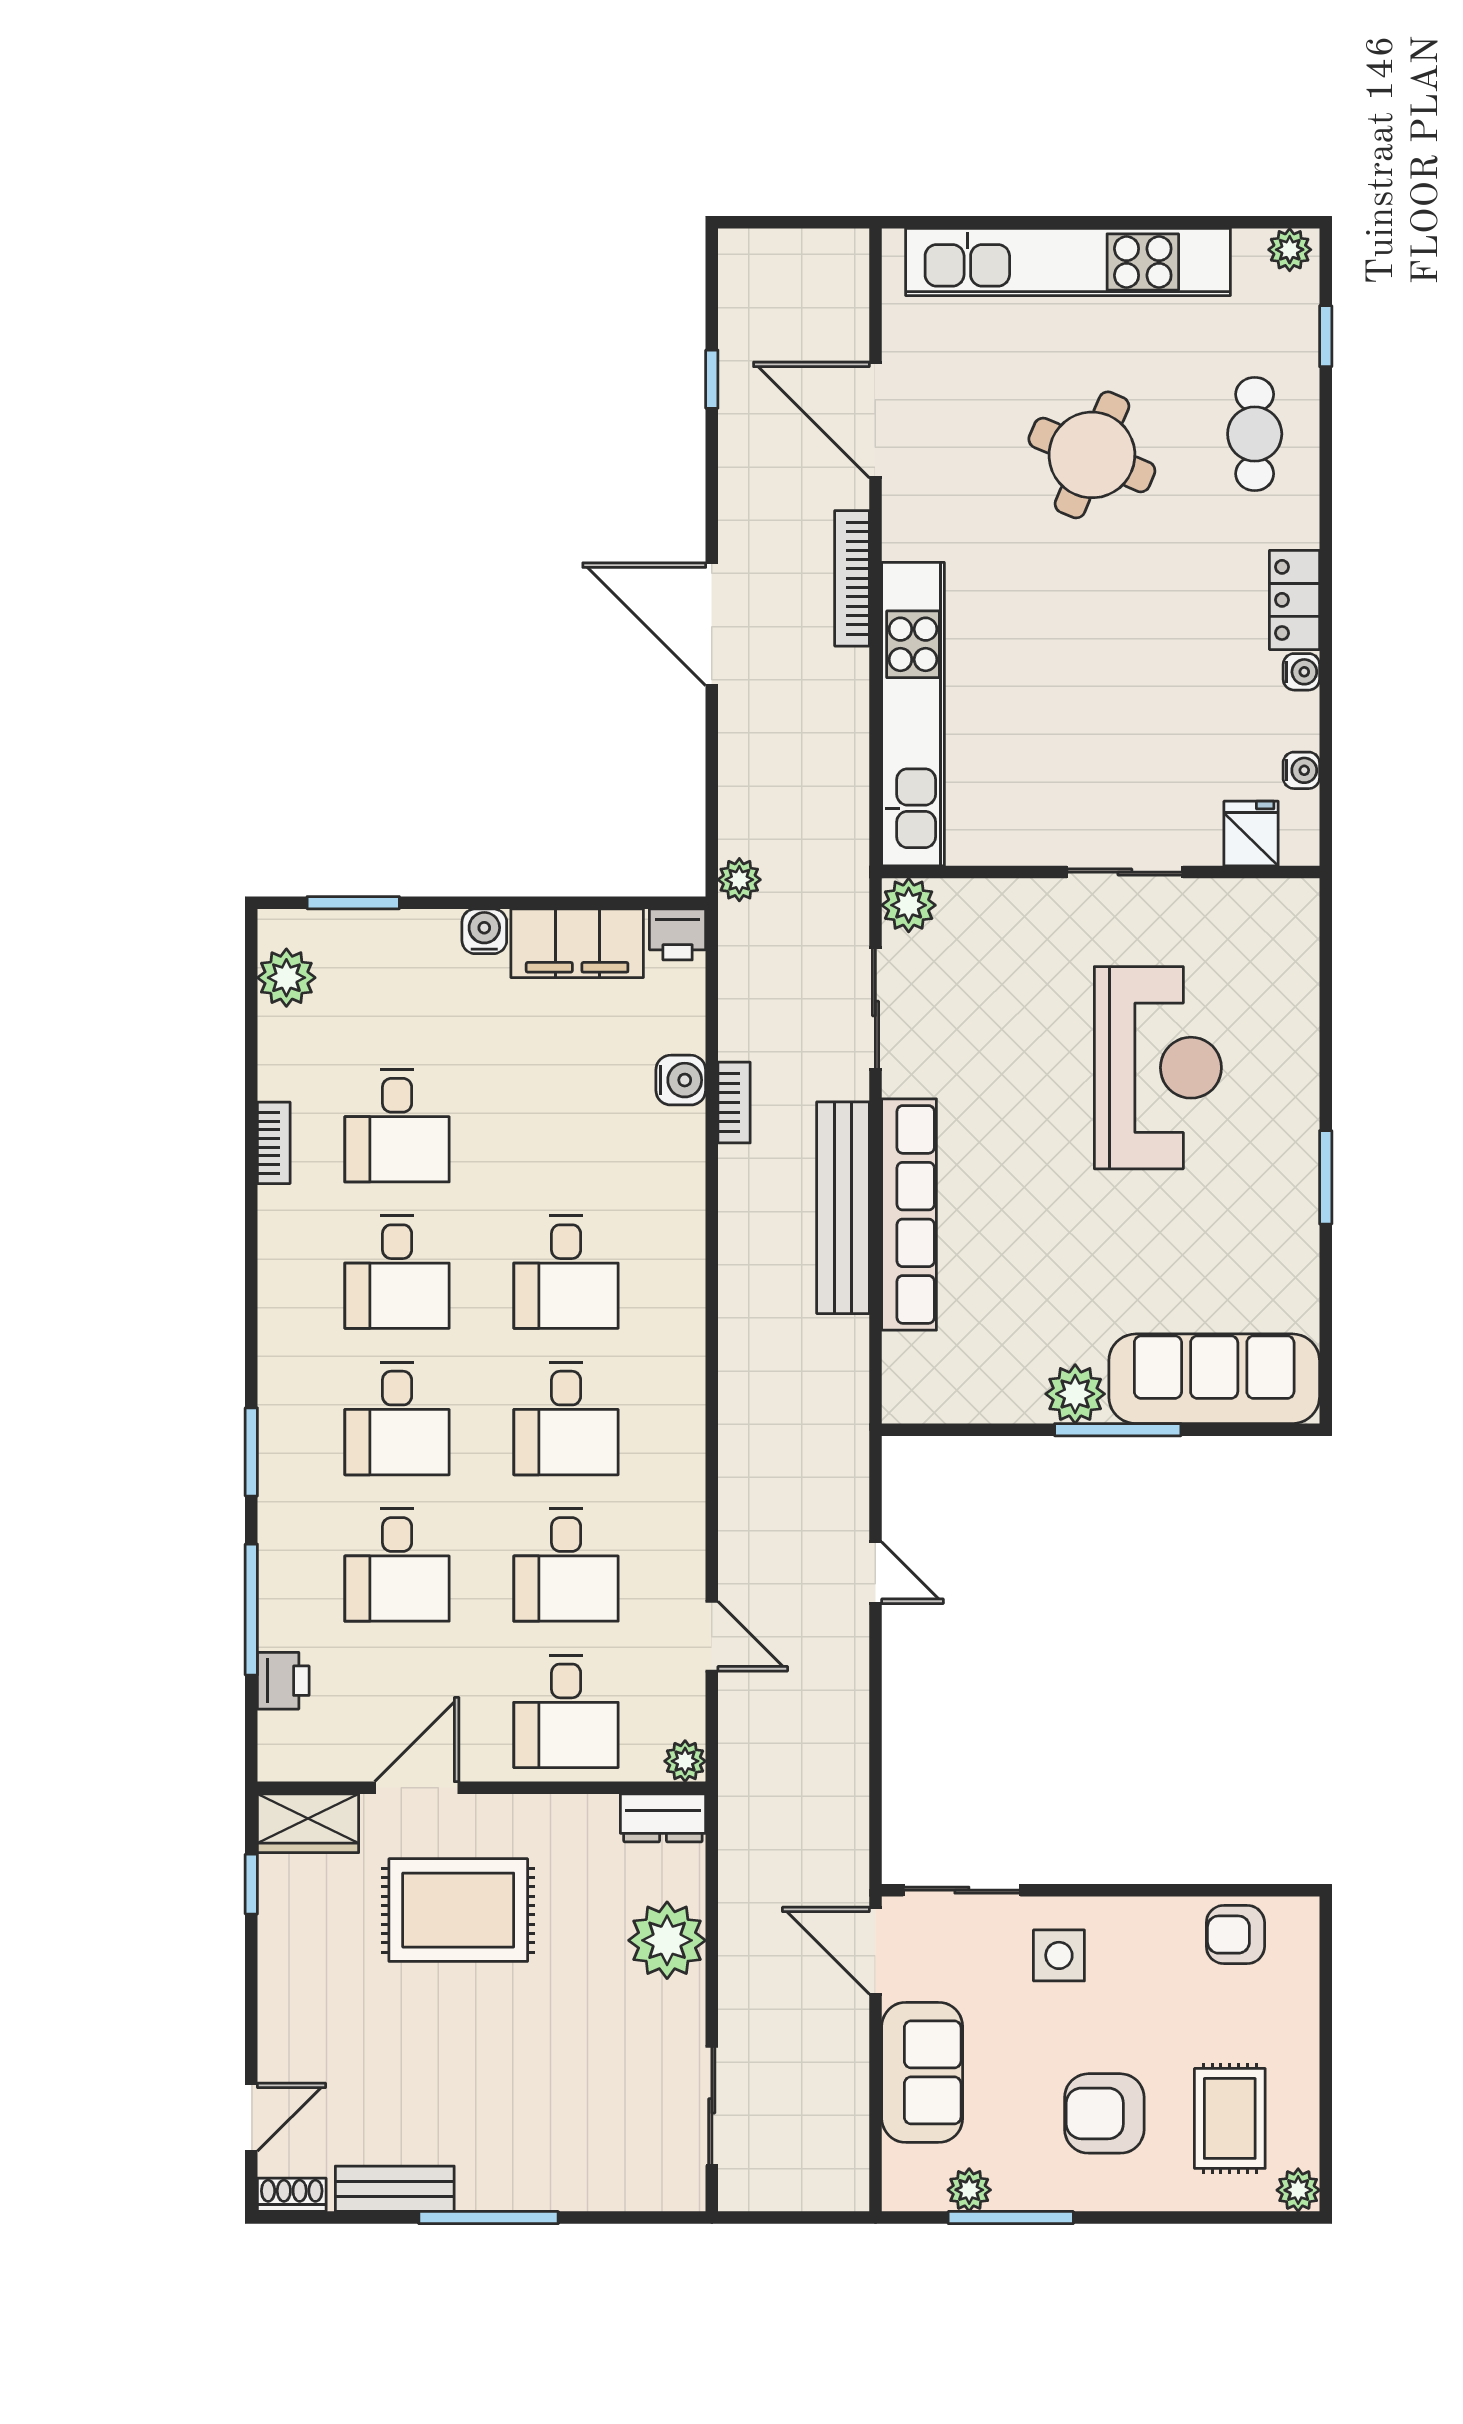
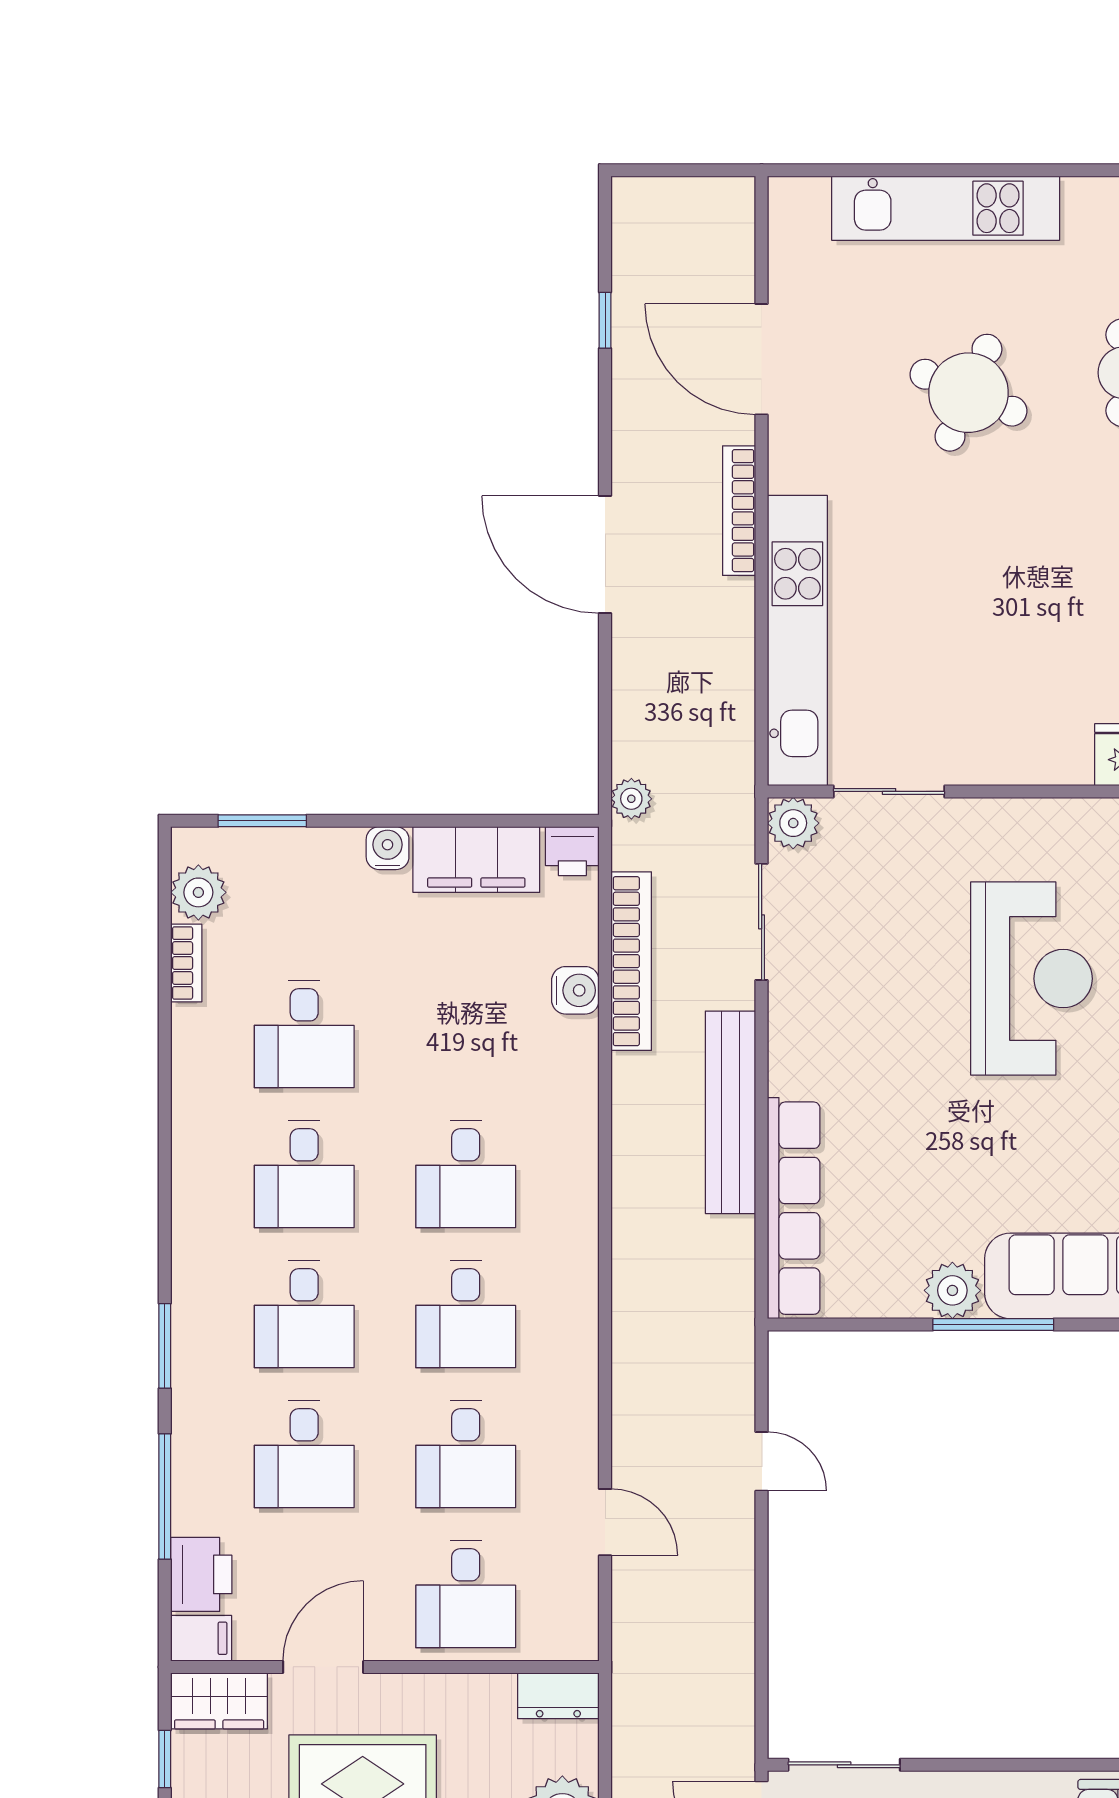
kitchen unit: (1068, 262) -> (946, 208), width x0.73
sliding door: (1125, 872) -> (889, 791), moved
bookcase: (734, 1103) -> (631, 961), width x2.31, depth x1.31
bookcase: (274, 1143) -> (186, 963), moved
row of seats: (909, 1214) -> (794, 1208), moved
printer: (283, 1681) -> (201, 1574), width x1.36, depth x1.24
filing cabinet: (289, 1758) -> (201, 1638), added
plant: (685, 1761) -> (579, 1641), removed

